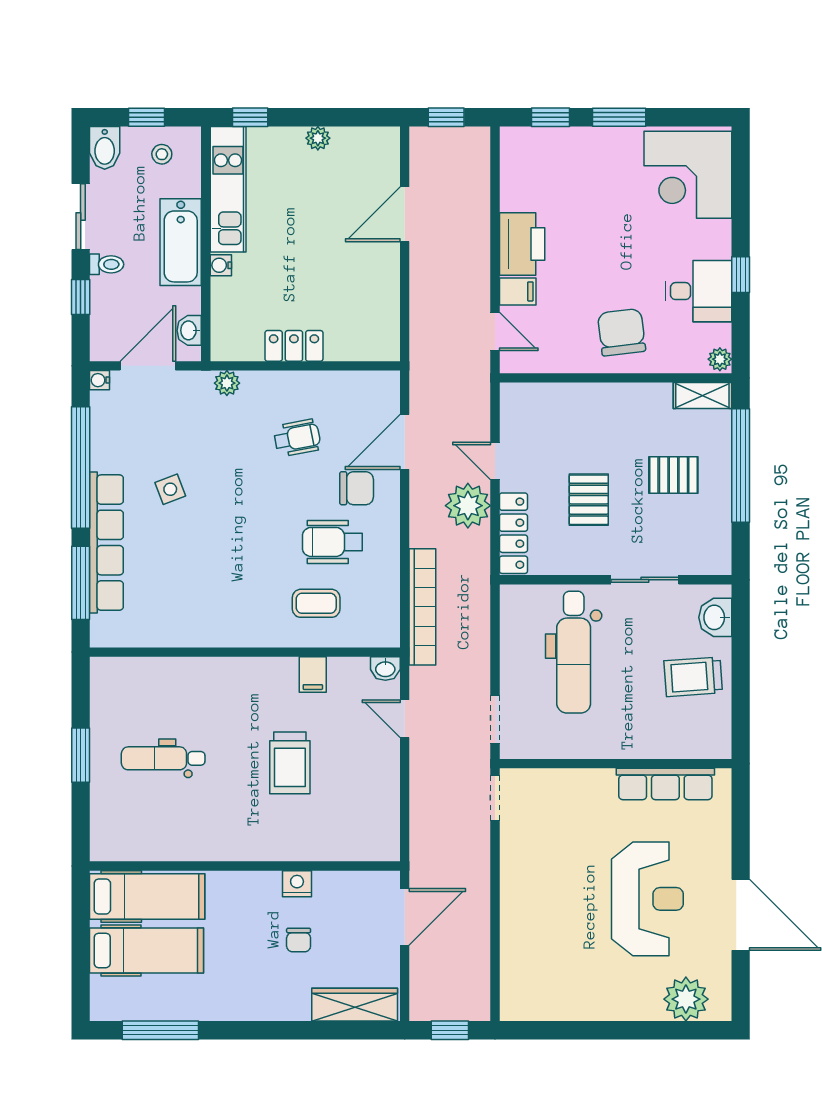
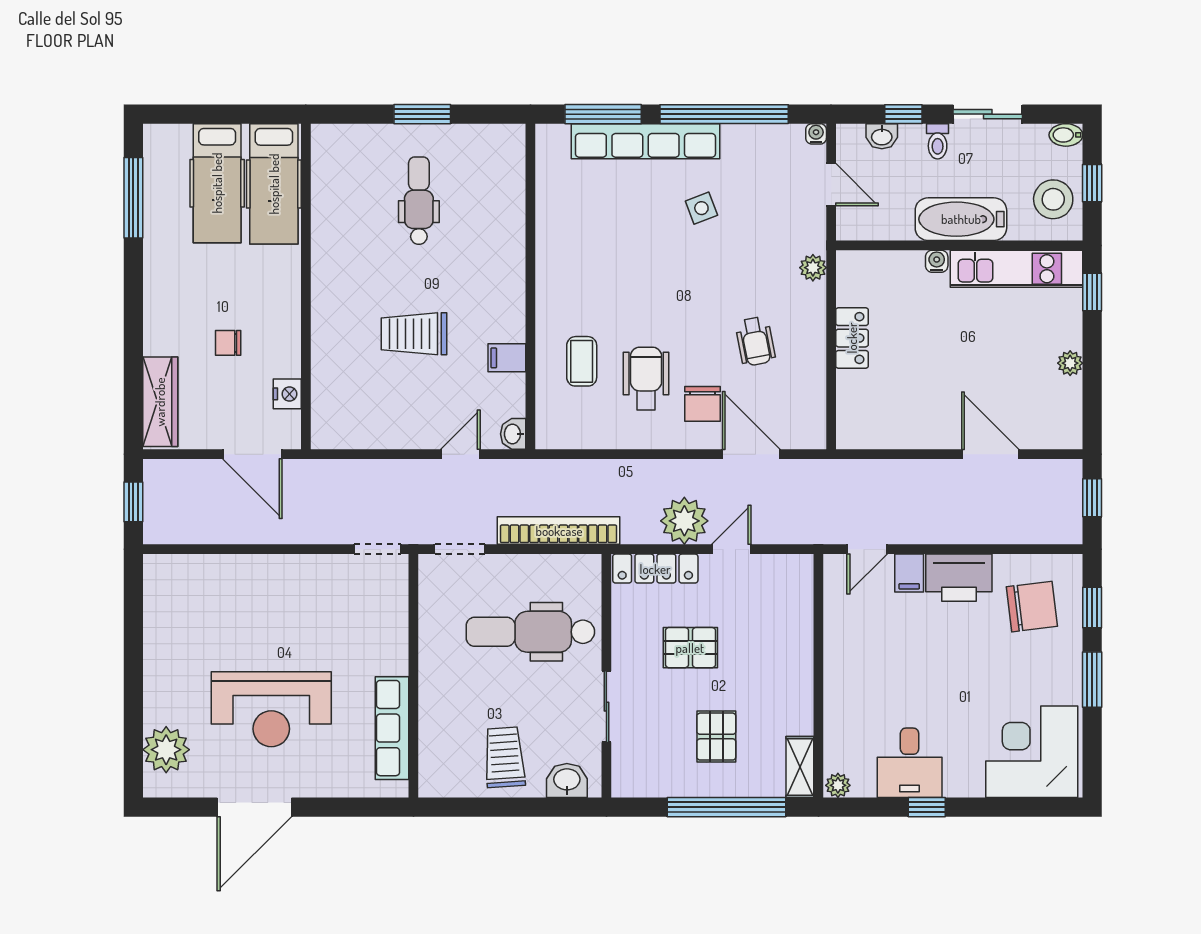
bidet: (105, 148) -> (1066, 135), width x0.72, depth x0.74
stool: (162, 154) -> (1053, 199), width x1.89, depth x1.89
washbasin: (189, 330) -> (882, 136), moved, turned 180
chair: (622, 332) -> (1032, 607), moved
door: (148, 366) -> (831, 185), width x0.73
bookcase: (422, 607) -> (559, 531), moved, turned 180
nightstand: (297, 884) -> (287, 394), moved

